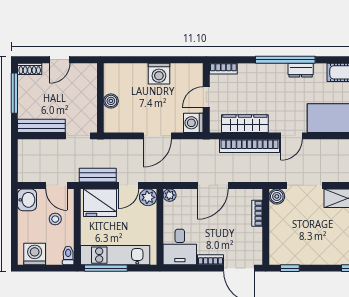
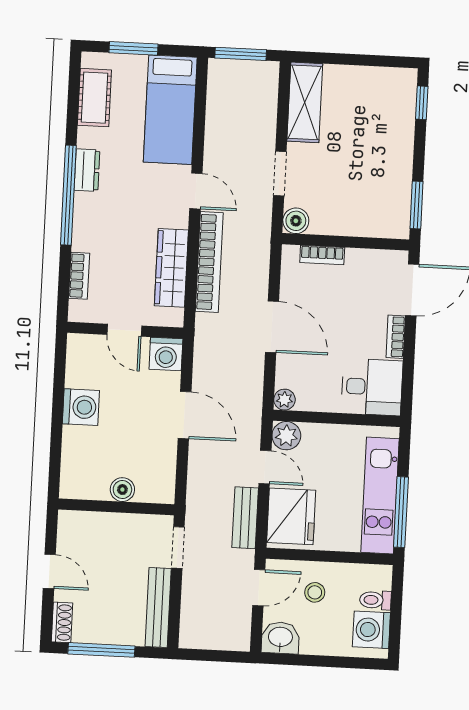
bookcase: (223, 69) -> (79, 276), moved
doorway: (305, 185) -> (280, 174), width x0.73
toilet: (68, 256) -> (375, 600), moved
window: (290, 268) -> (417, 205), width x1.50

